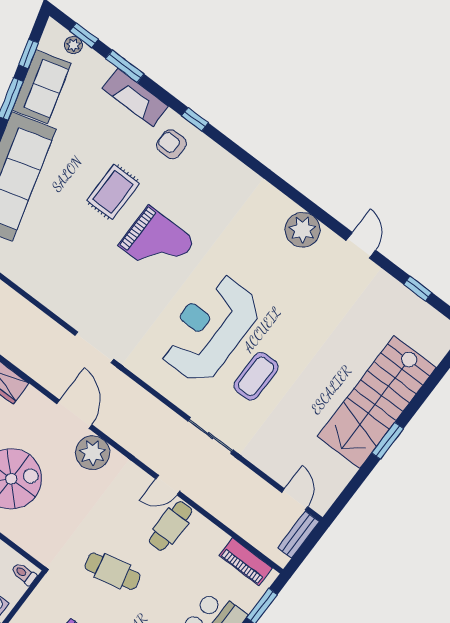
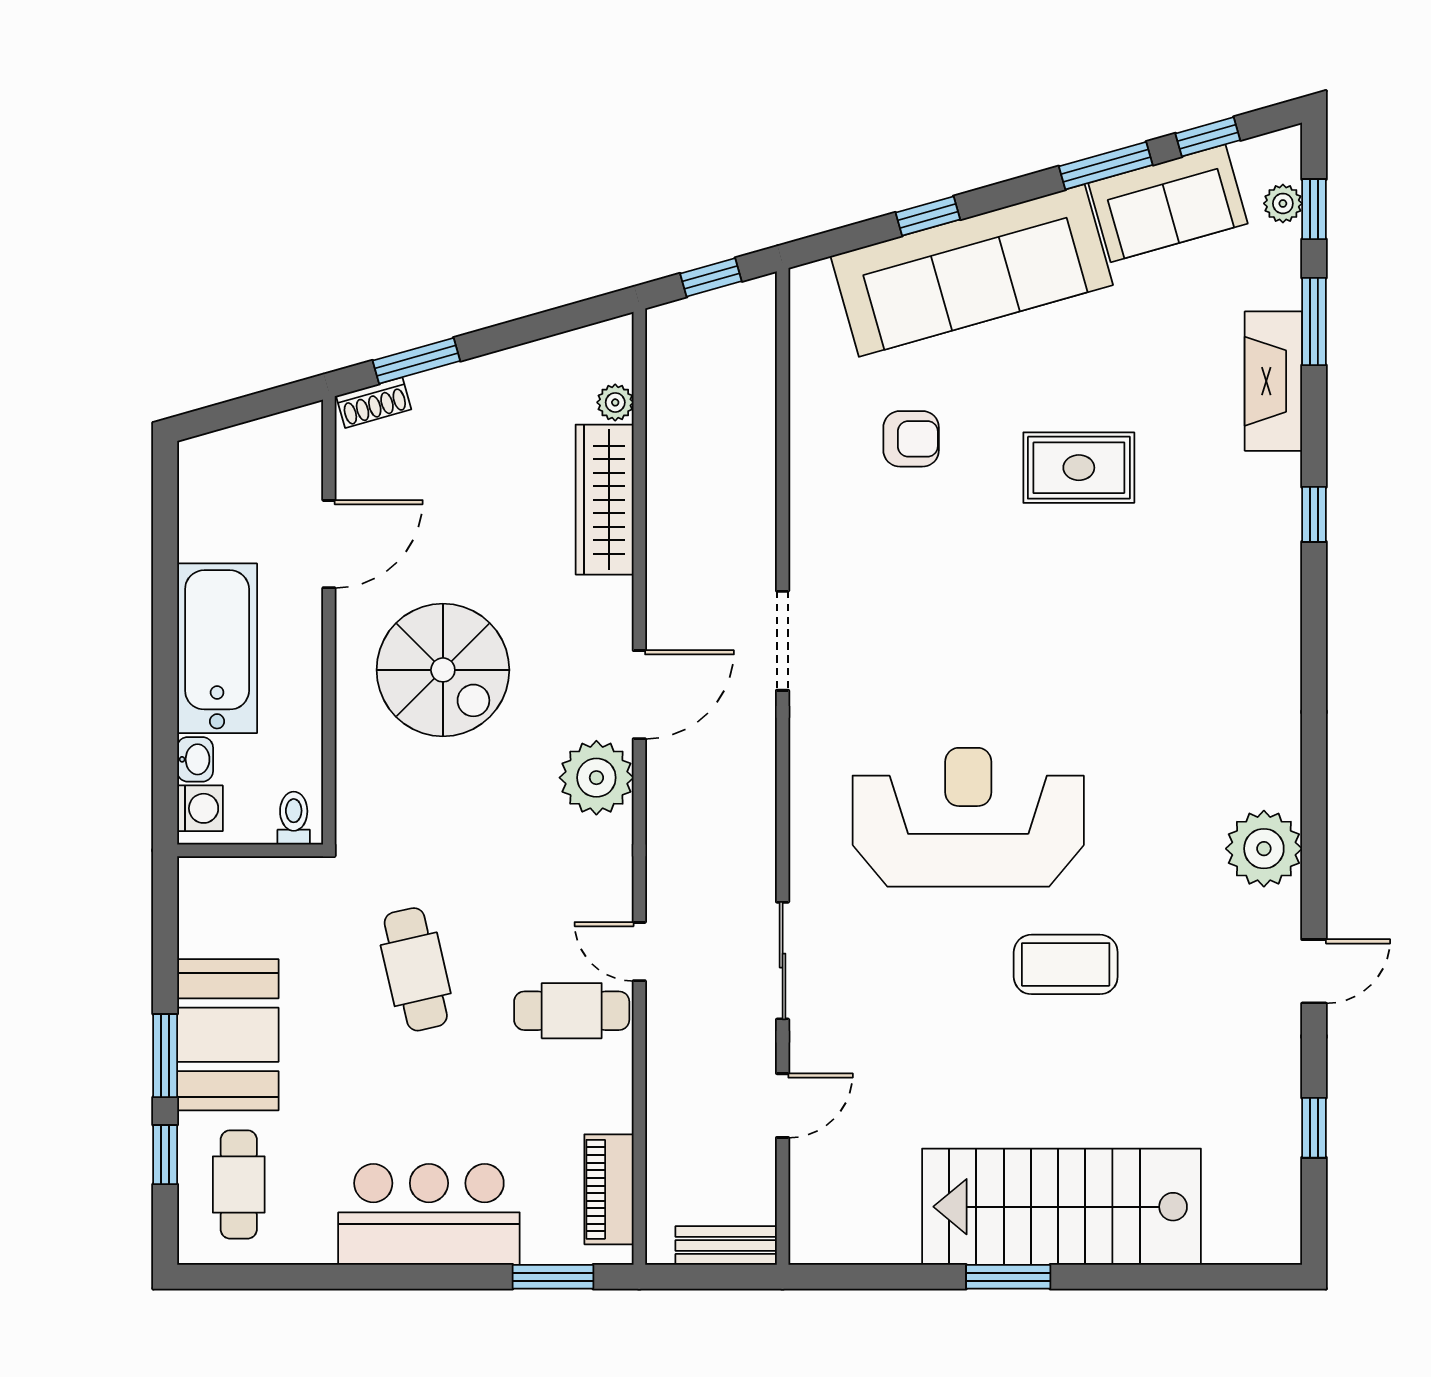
armchair: (171, 144) -> (911, 439), moved, turned 90
grand piano: (157, 243) -> (1048, 612), removed
coffee table: (256, 376) -> (1066, 964), moved
door: (295, 499) -> (783, 1106), moved

